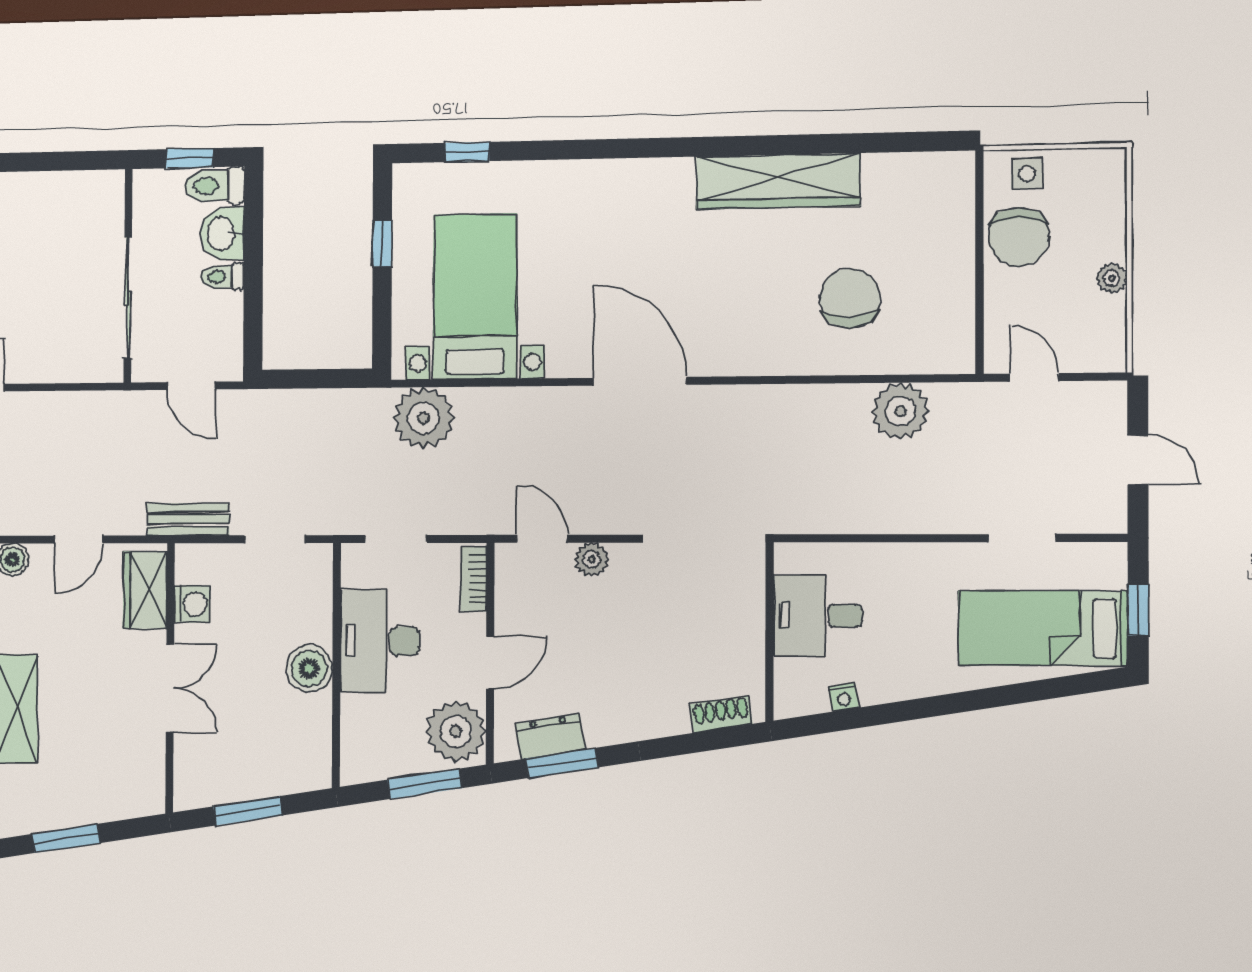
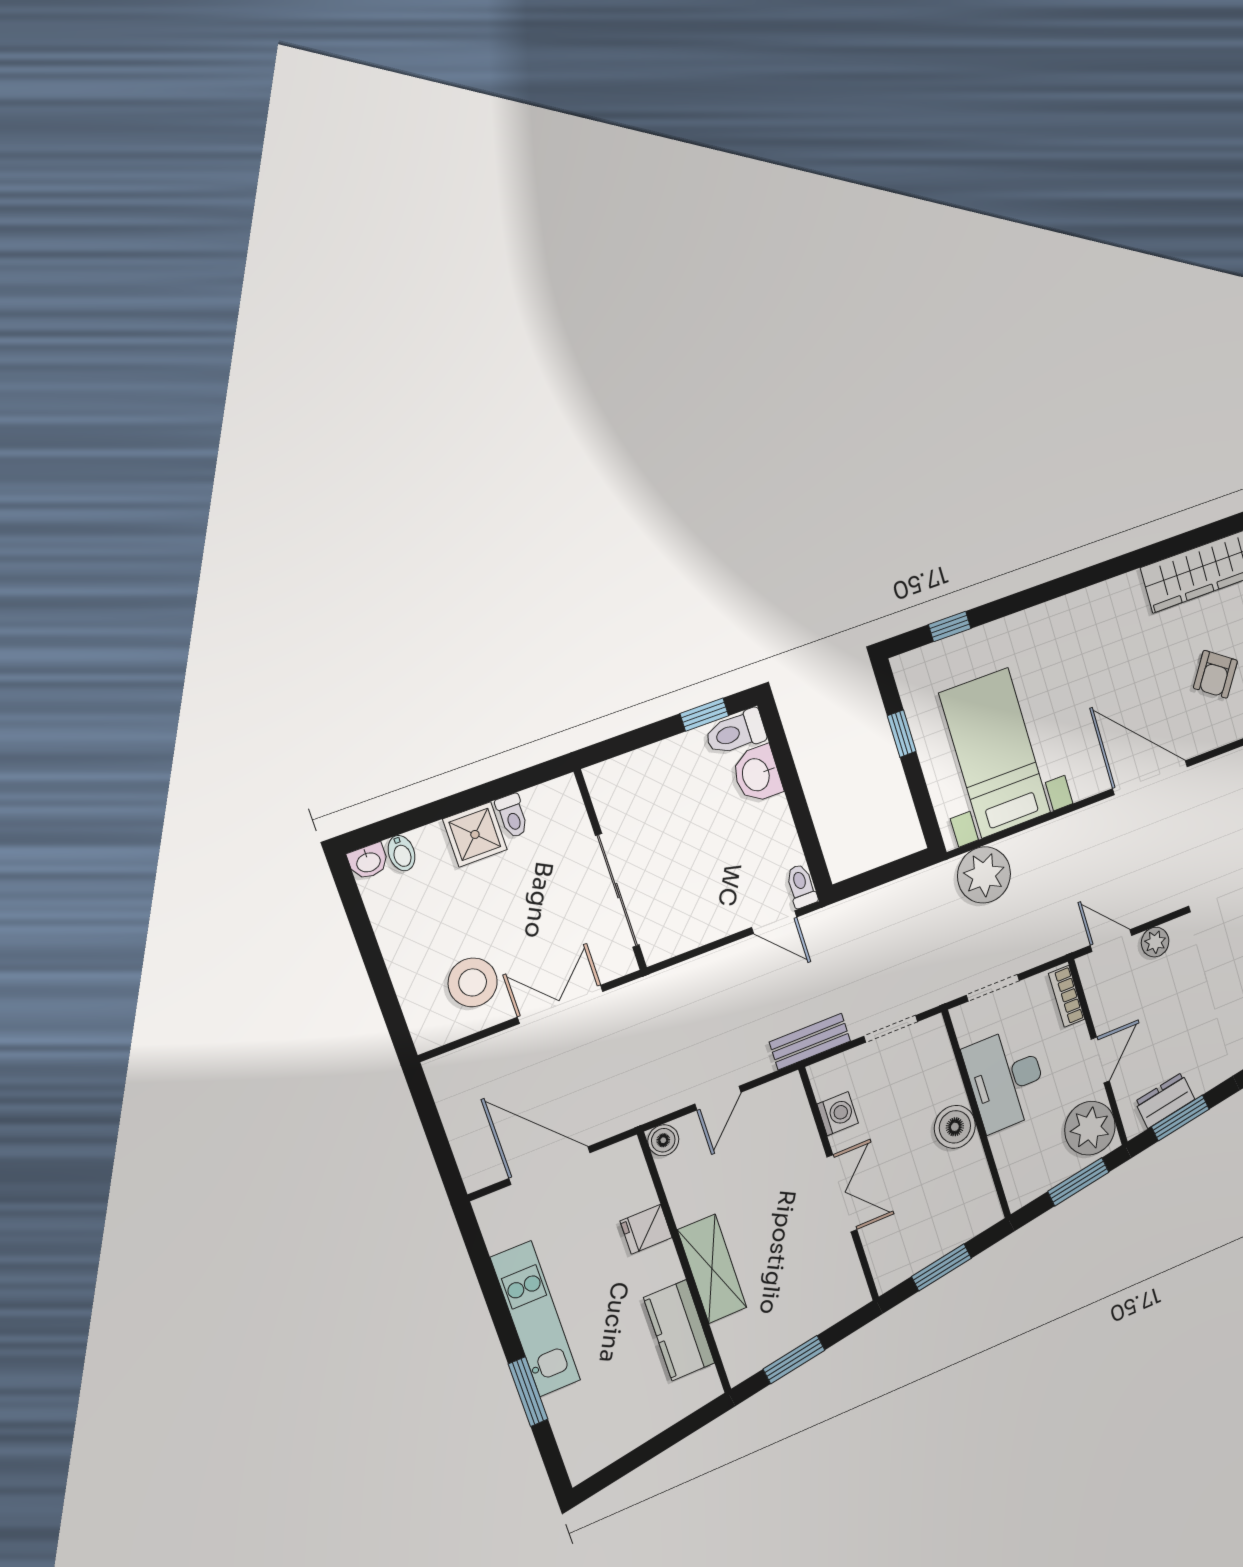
wall: (128, 276) -> (611, 870), moved
toilet: (222, 277) -> (801, 886), moved, turned 90
armchair: (750, 297) -> (1215, 674), added
sliding door: (128, 298) -> (617, 891), moved
wardrobe: (145, 590) -> (792, 1118), removed

